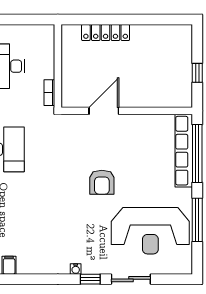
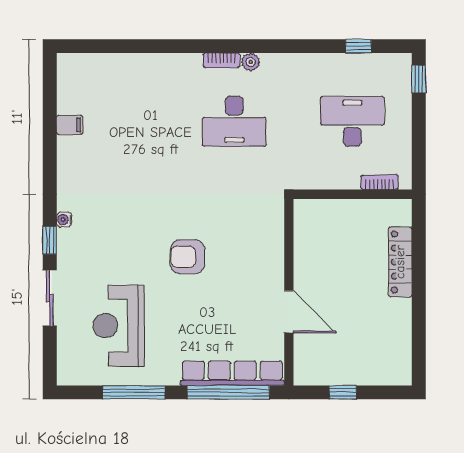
bookcase: (49, 93) -> (380, 182), moved
door: (104, 111) -> (289, 312), moved
reception desk: (150, 231) -> (119, 326), width x0.74, depth x0.77

